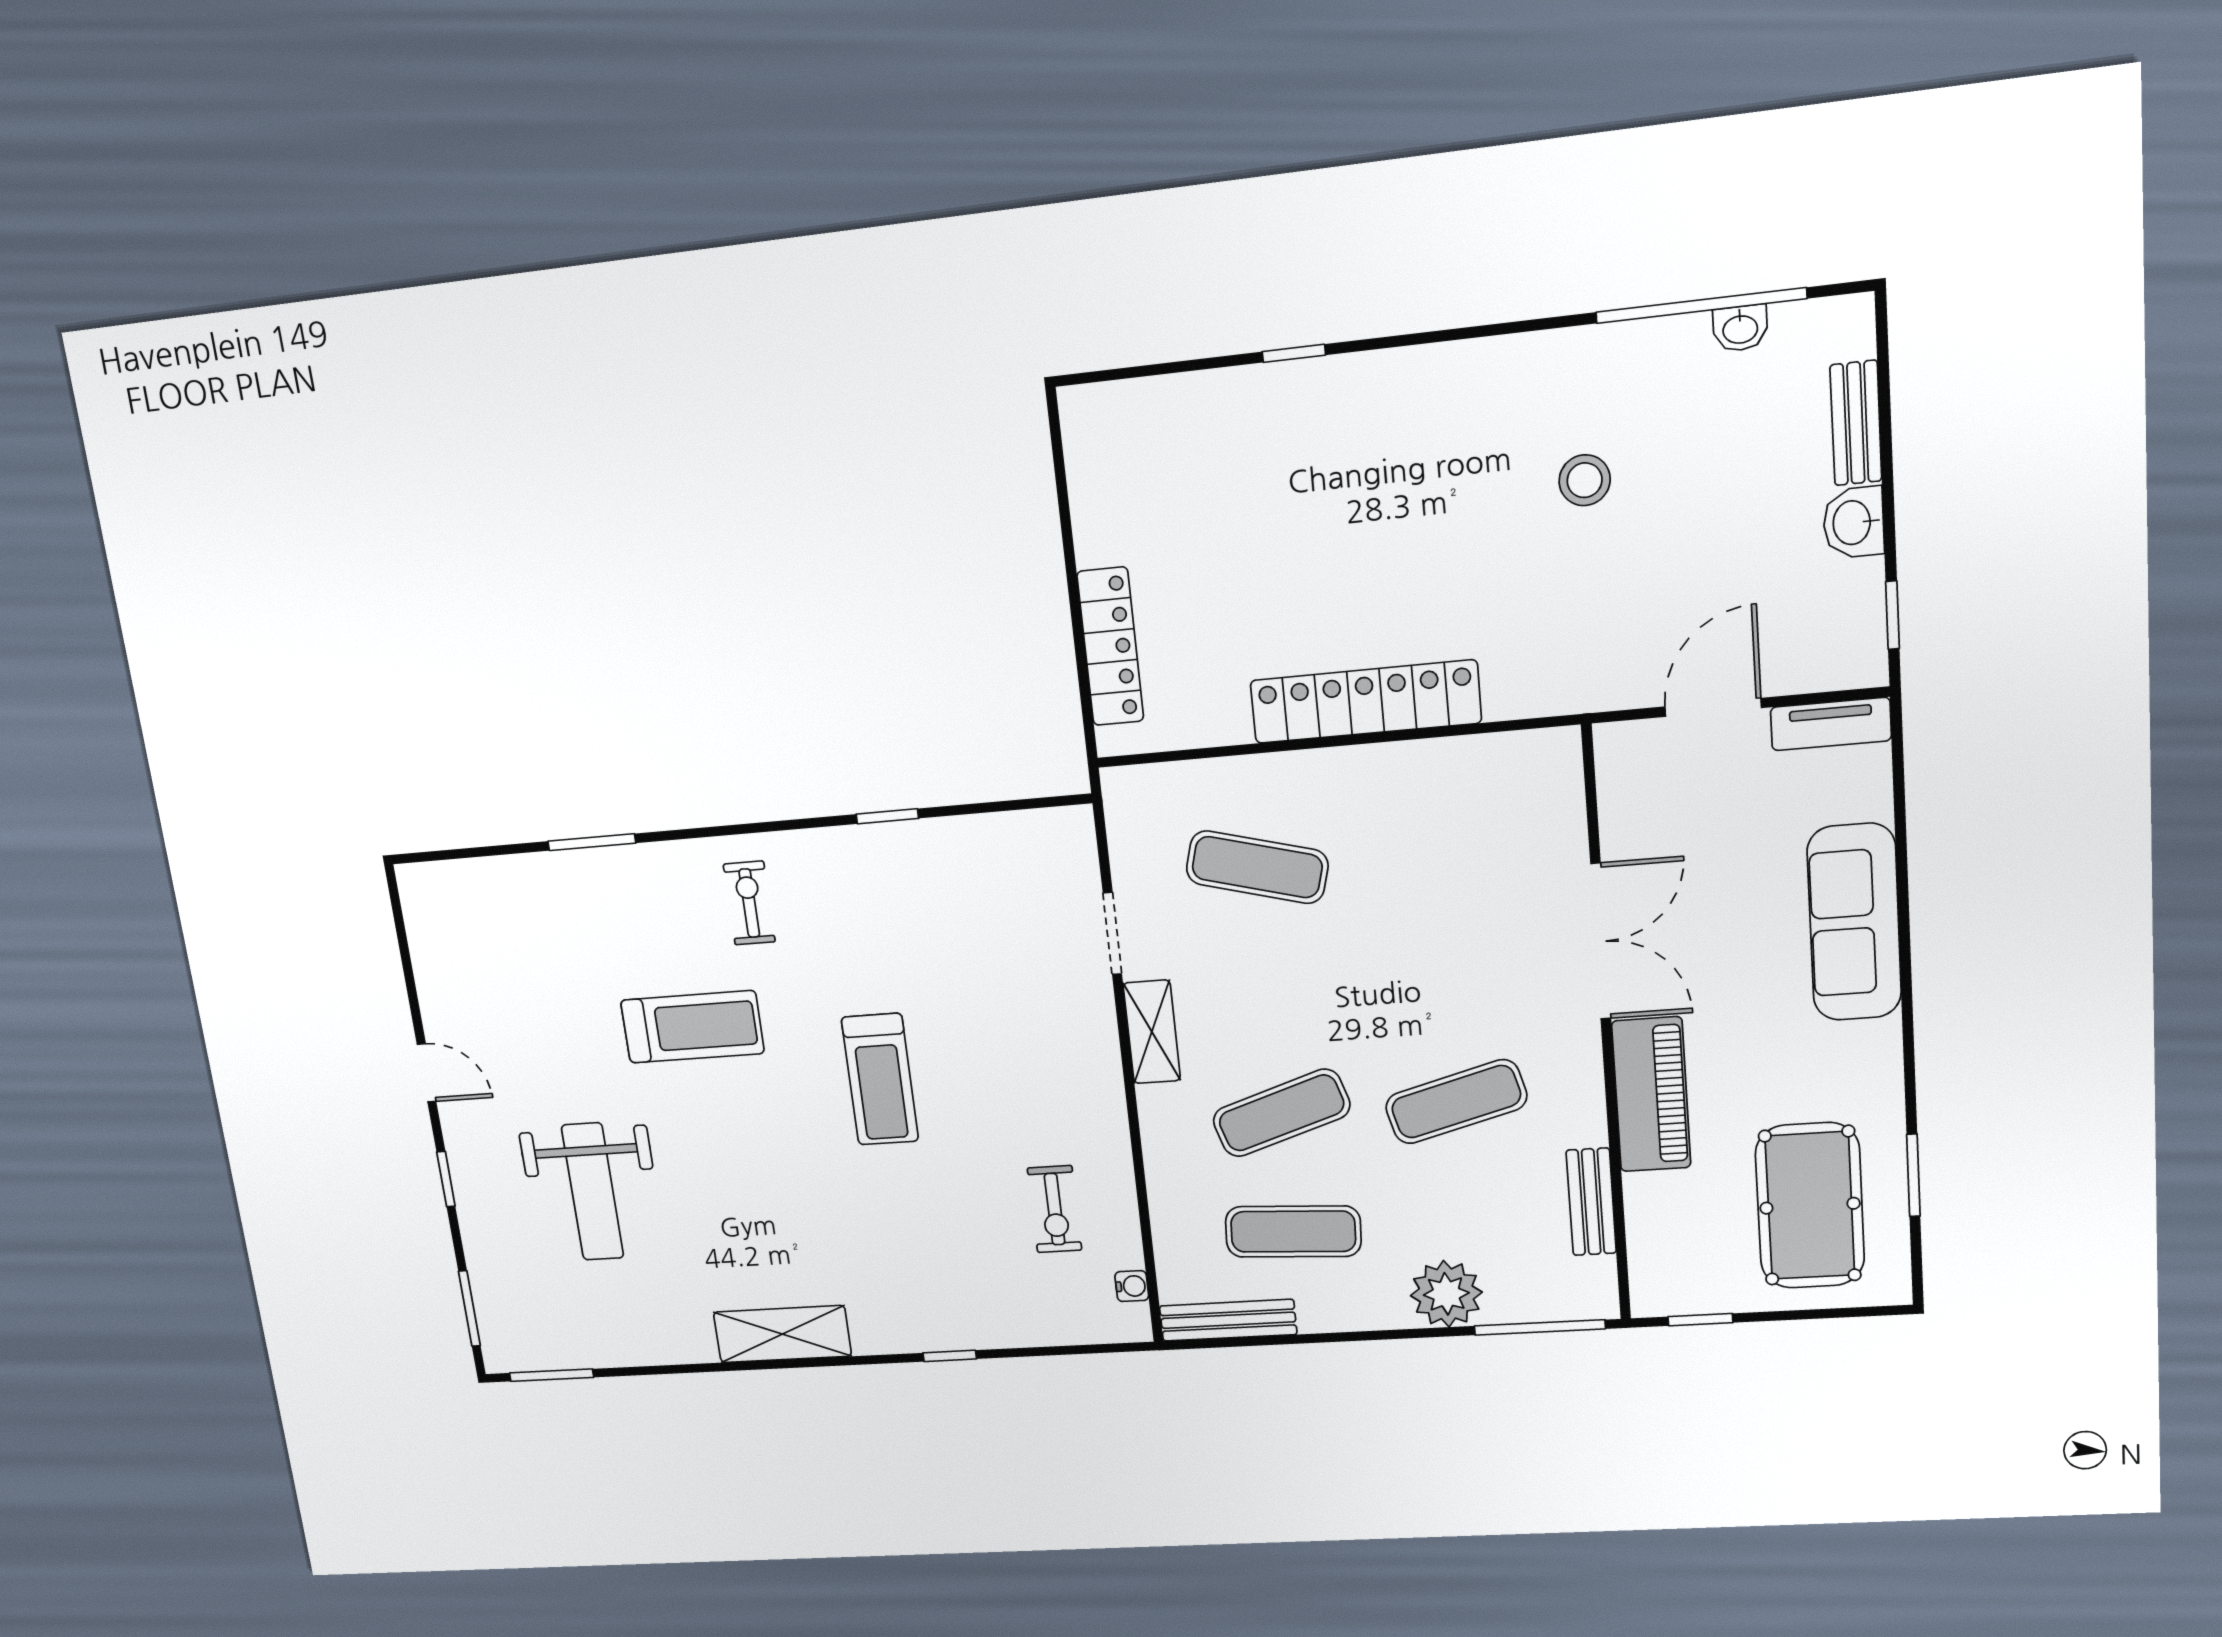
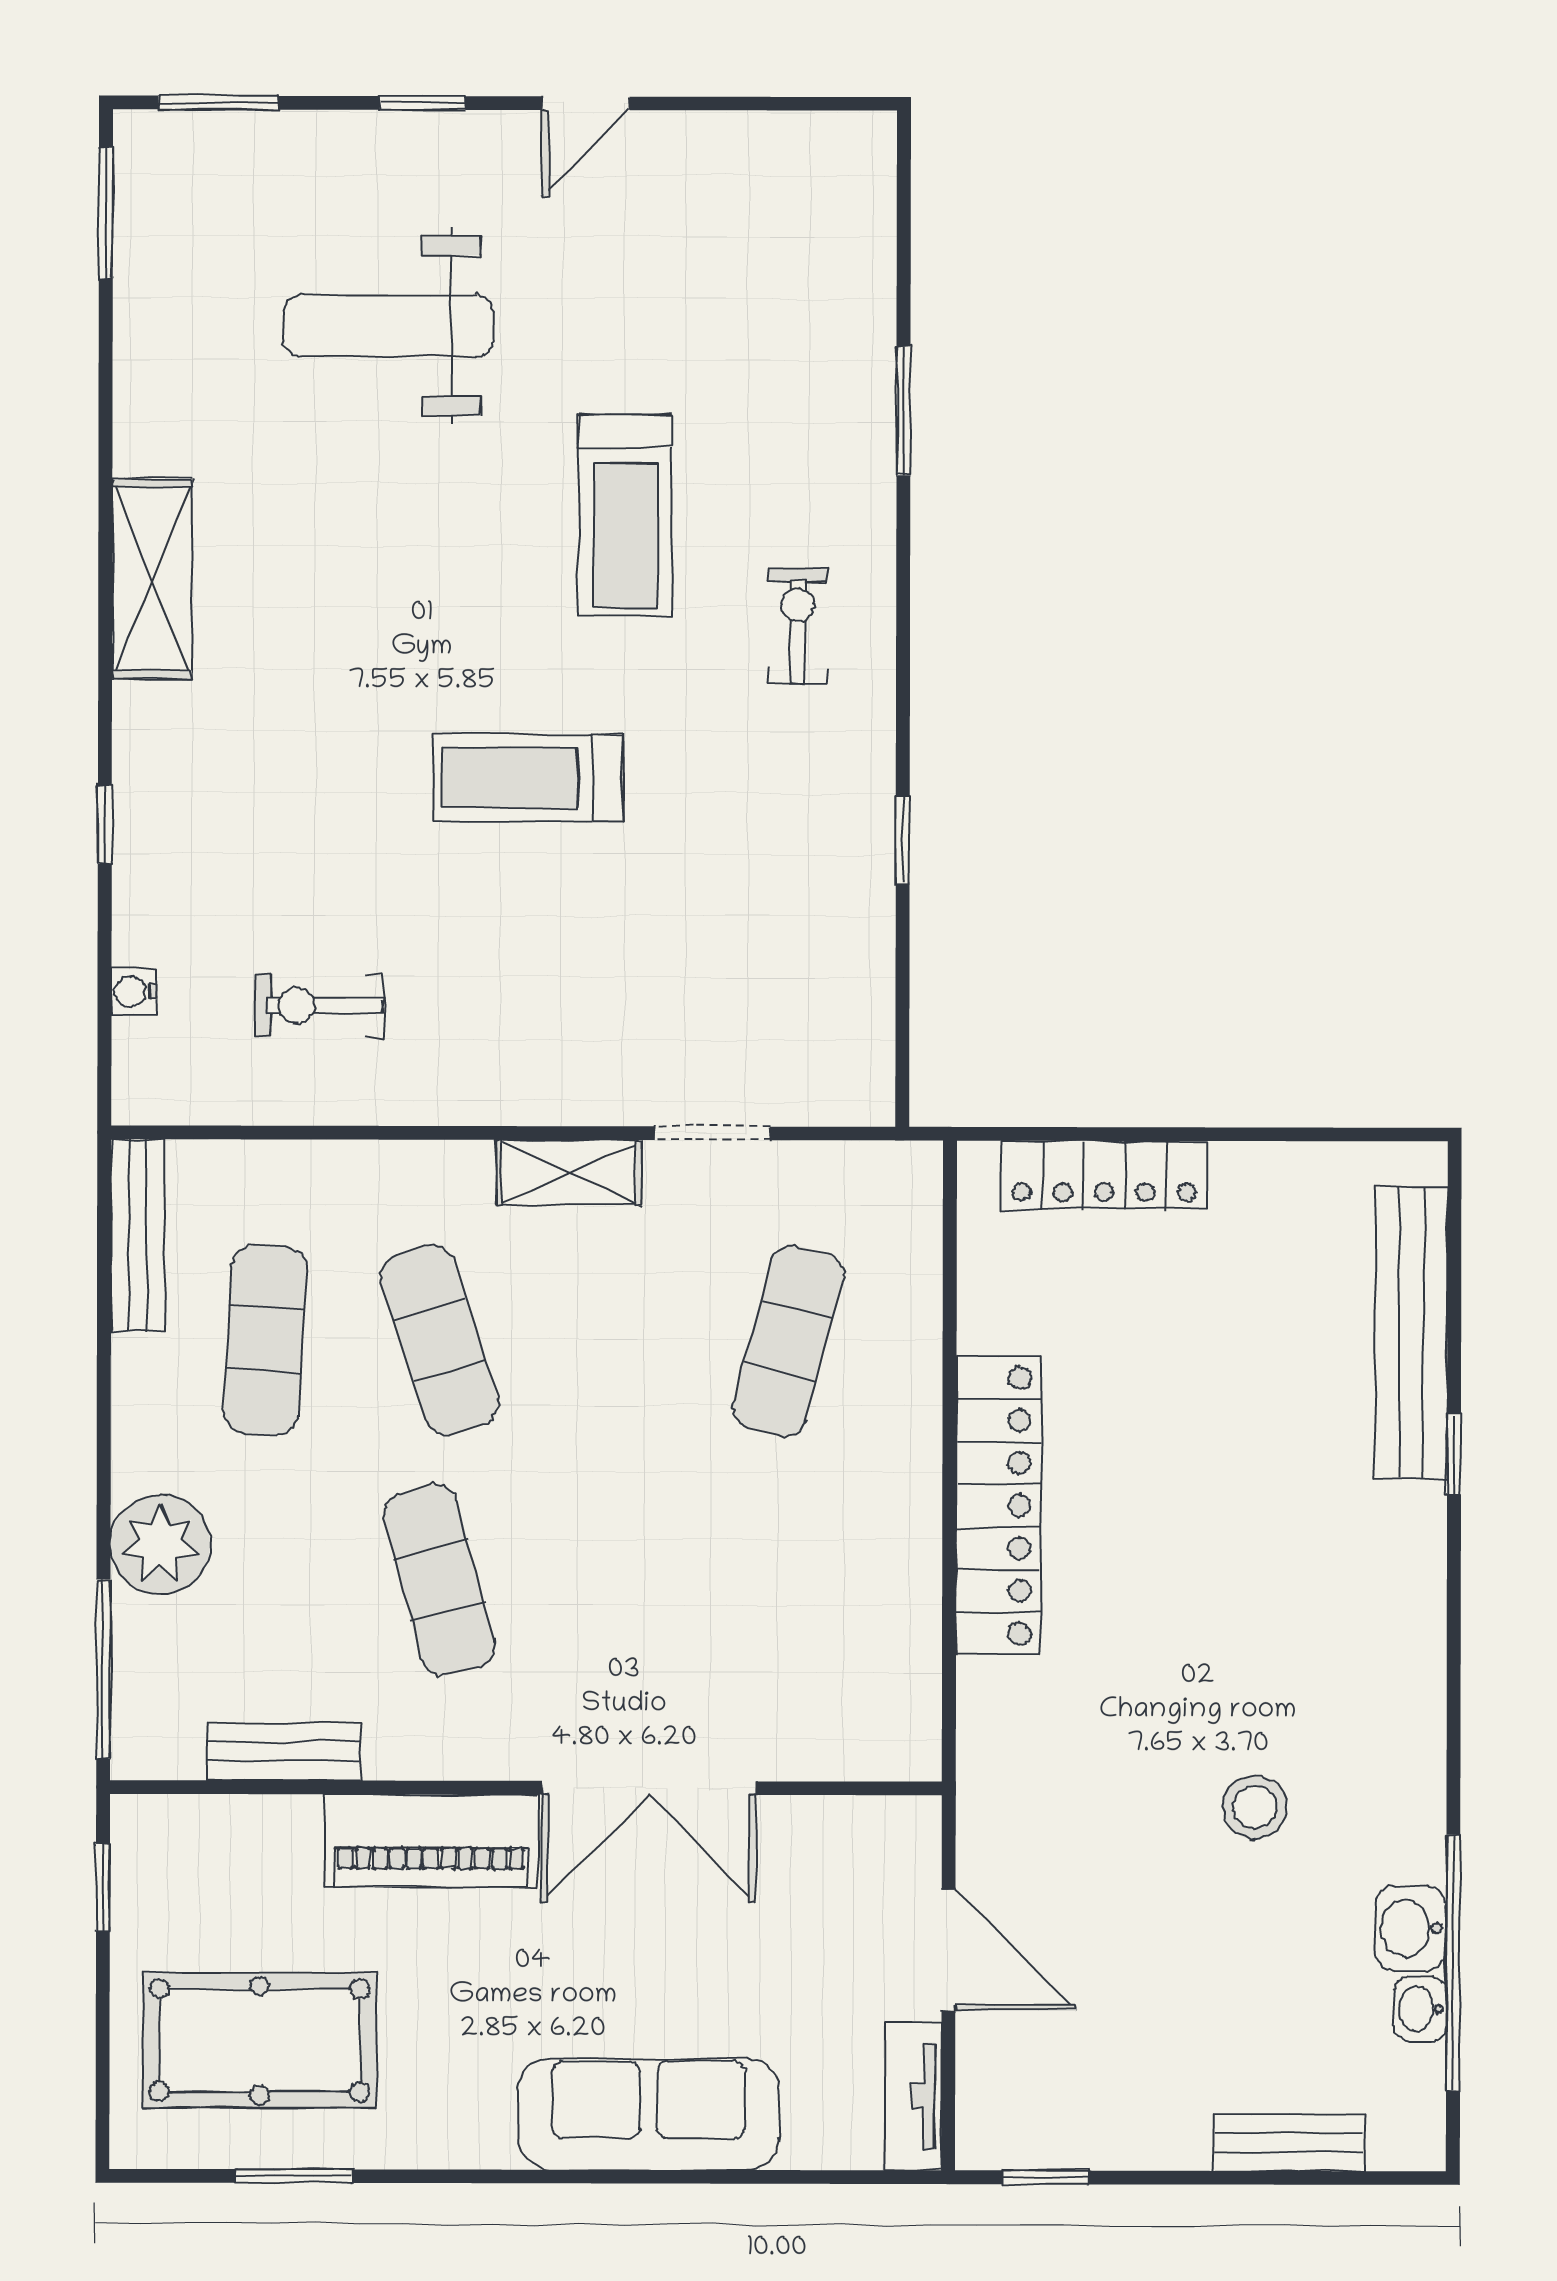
bench: (1204, 398) -> (1411, 1333), added
washbasin: (1853, 522) -> (1410, 1928), moved, turned -90
exercise bike: (749, 903) -> (798, 626), turned -90
water cooler: (1132, 1286) -> (134, 992), moved, turned 90

